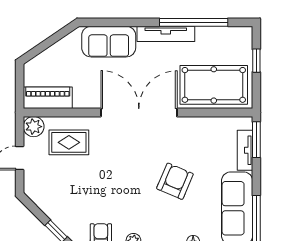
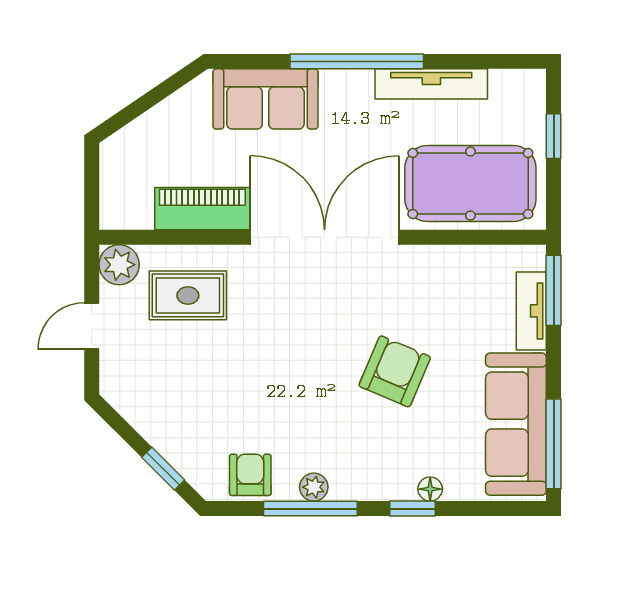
window: (194, 22) -> (357, 61), moved
tv unit: (166, 34) -> (431, 84), moved
piano: (48, 98) -> (202, 209), moved

